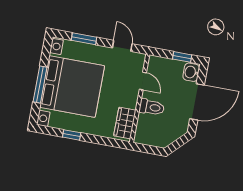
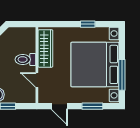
window: (40, 84) -> (122, 75), moved
wardrobe: (125, 123) -> (45, 48), width x1.50

